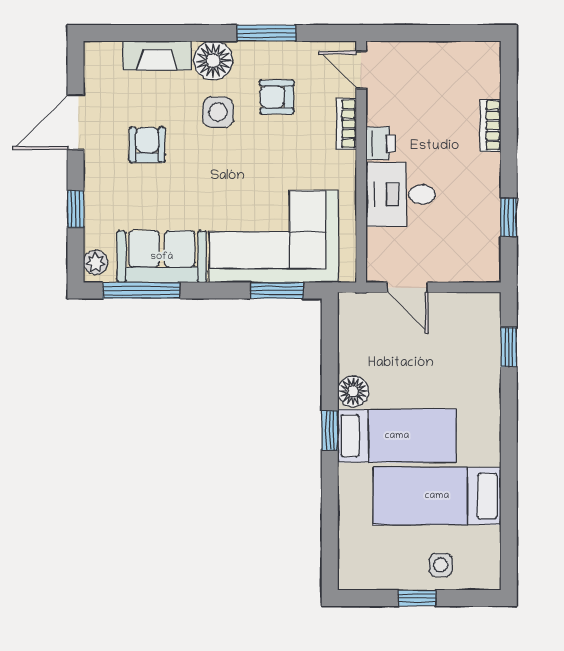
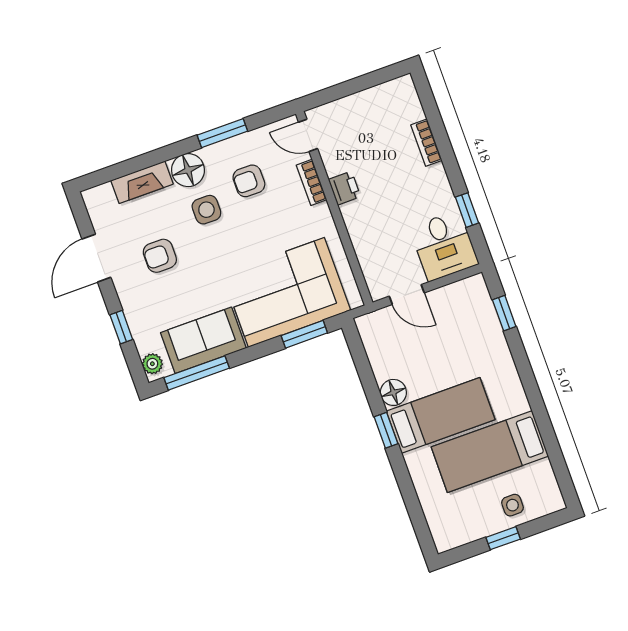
armchair: (147, 145) -> (160, 256), turned -90
desk: (401, 194) -> (444, 246), moved, turned -90

